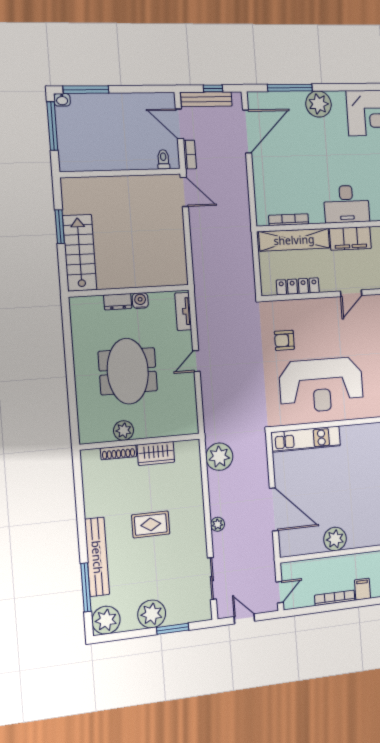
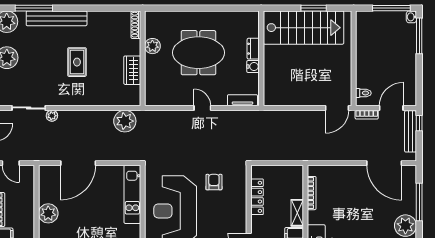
window: (213, 88) -> (419, 123), moved
shelving: (294, 240) -> (297, 213), width x0.45, depth x0.75
stairs: (80, 253) -> (303, 28), width x1.36, depth x1.51
shoe rack: (118, 452) -> (136, 25), moved
plant: (218, 524) -> (52, 116), moved

